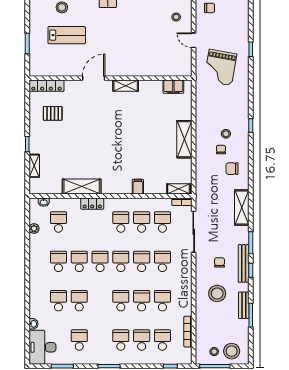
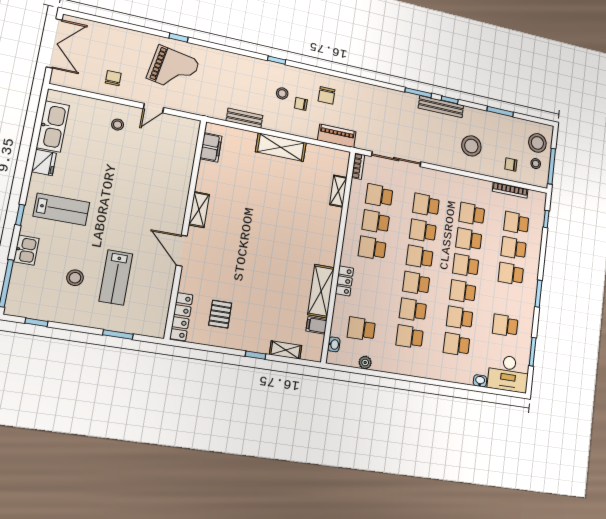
lab bench: (67, 35) -> (116, 277), turned 180
grand piano: (220, 67) -> (173, 69), moved
piano: (202, 181) -> (337, 136), added
filing cabinet: (138, 187) -> (317, 325), moved
shelving: (179, 189) -> (338, 191), moved
shelving: (242, 208) -> (375, 94), removed
chair: (220, 262) -> (511, 165), moved
school desk: (100, 301) -> (463, 291), added
bench: (244, 305) -> (244, 118), moved

